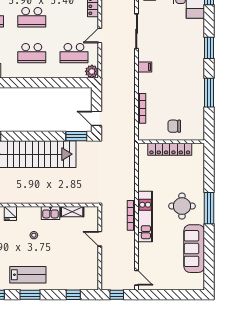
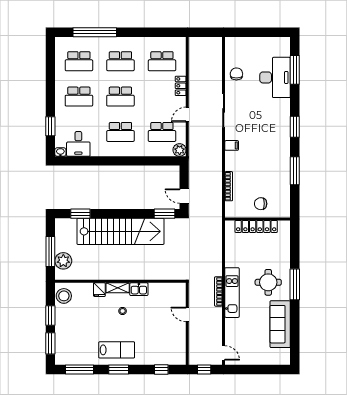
shelving: (72, 212) -> (118, 288), moved

